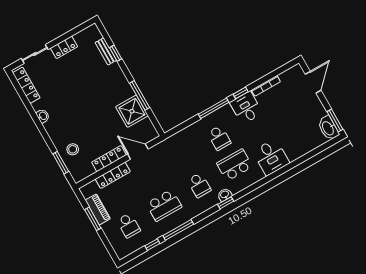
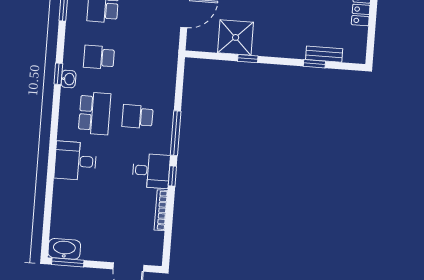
window: (140, 95) -> (248, 59), width x0.46

